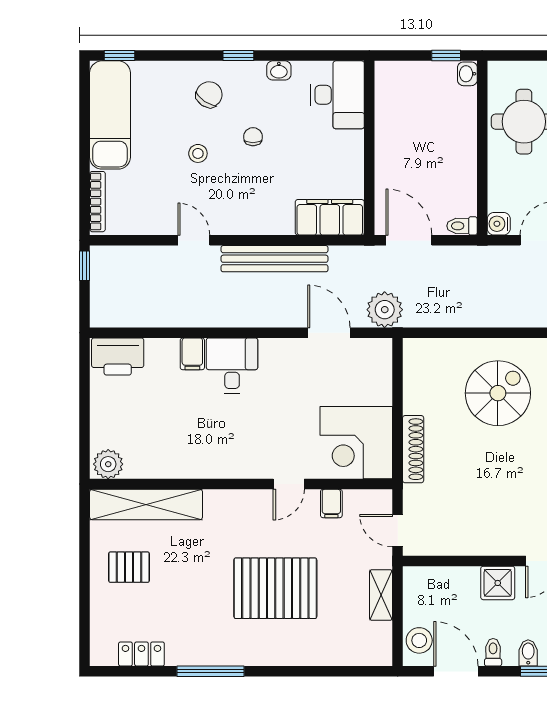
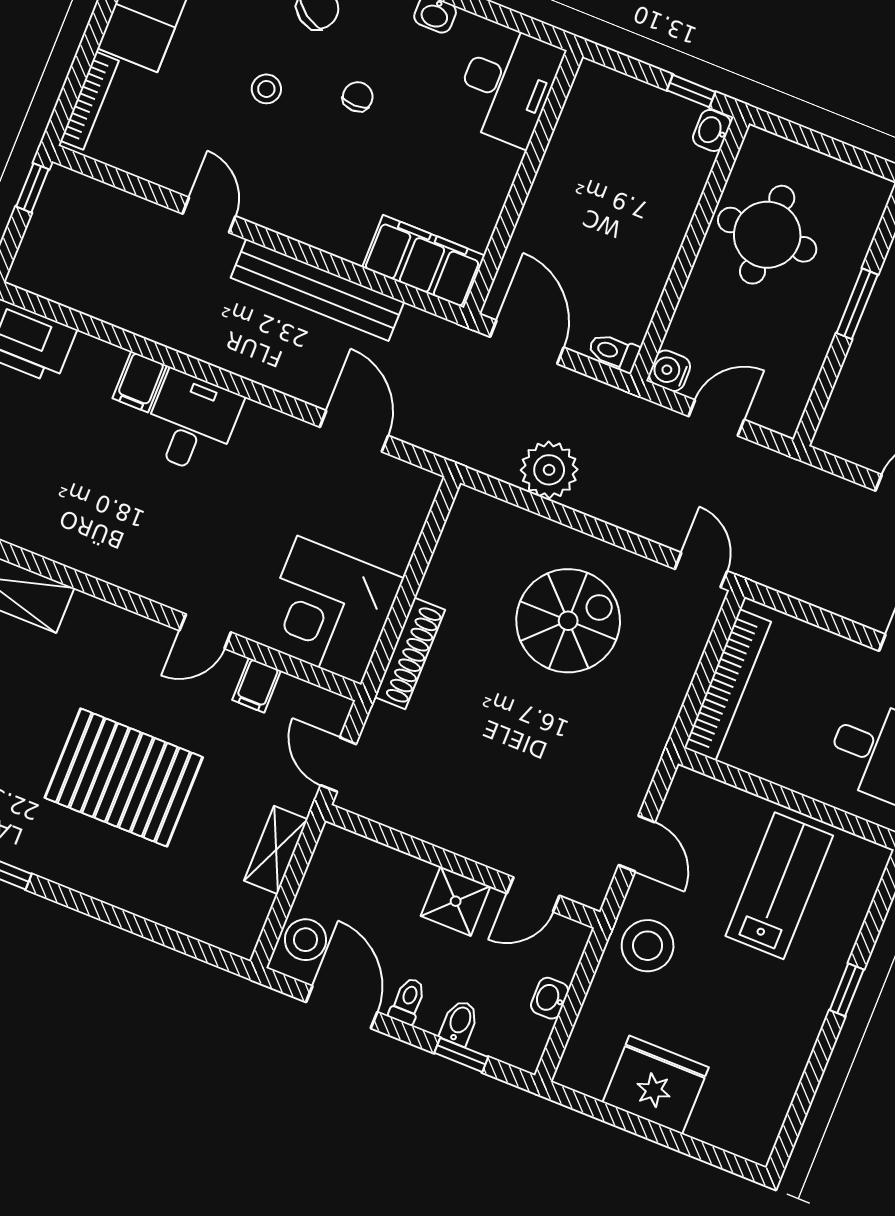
plant: (385, 310) -> (549, 470), moved

